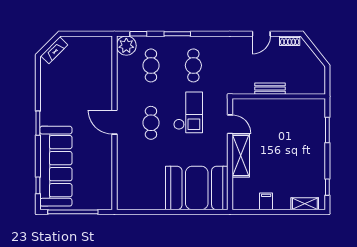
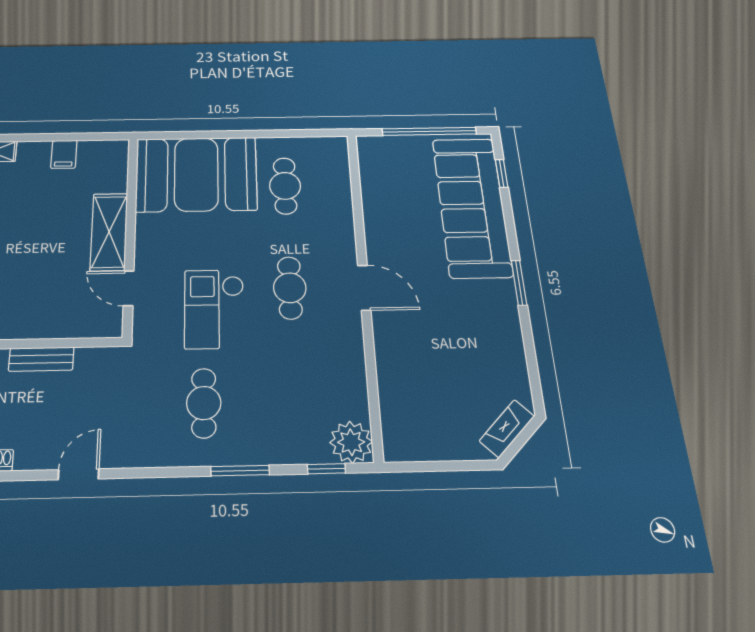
door: (261, 34) -> (79, 474), moved
cafe table: (151, 65) -> (285, 186), moved

